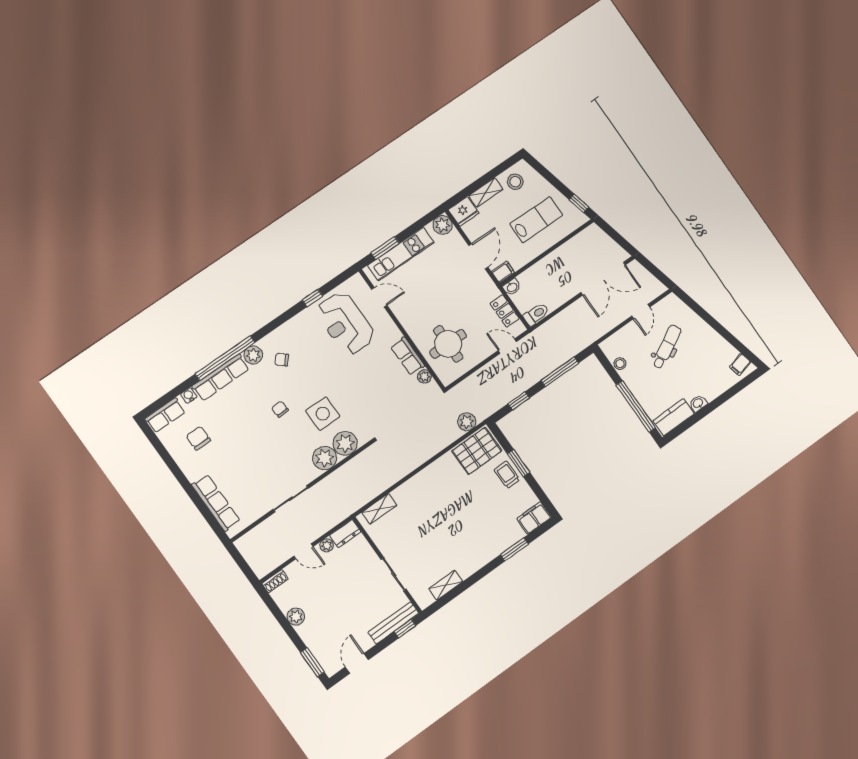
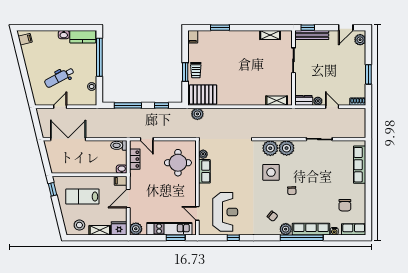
filing cabinet: (534, 518) -> (193, 37), width x0.50
plant: (296, 617) -> (360, 40), moved
window: (312, 662) -> (368, 74), moved

